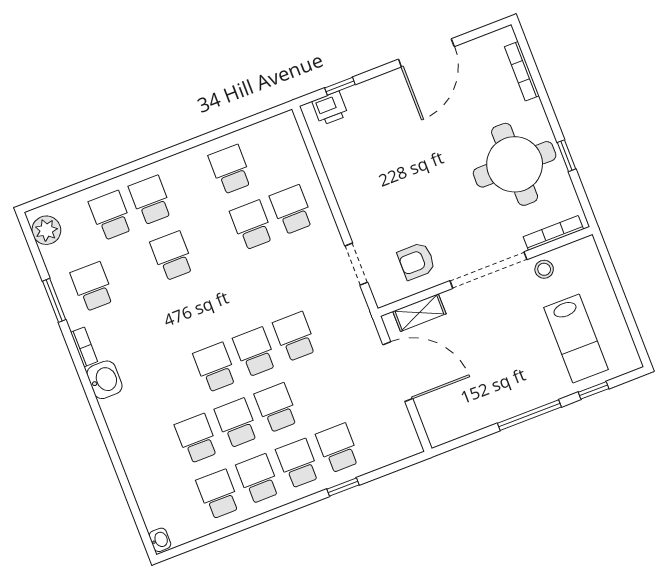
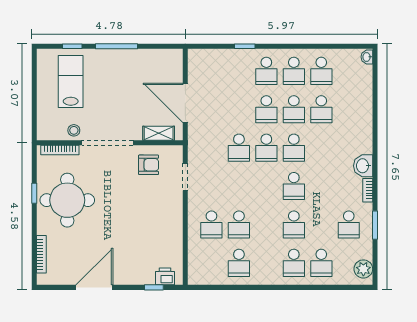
school desk: (338, 448) -> (294, 186), moved

